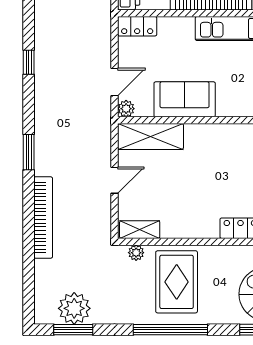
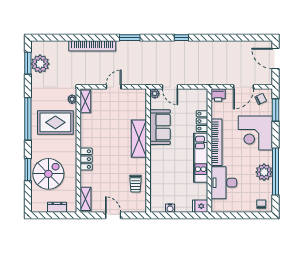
locker: (137, 26) -> (202, 121), moved
shelving: (150, 136) -> (139, 139), moved
door: (115, 180) -> (114, 87), swing flipped

